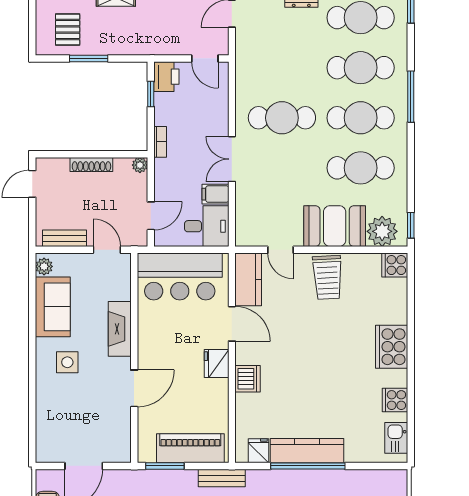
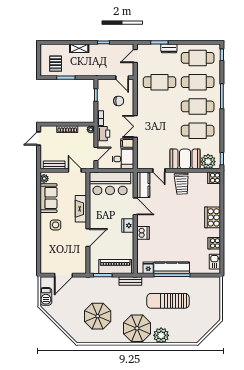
printer: (166, 77) -> (104, 134), moved
chair: (198, 106) -> (119, 101), added
cafe table: (282, 118) -> (160, 82), moved

